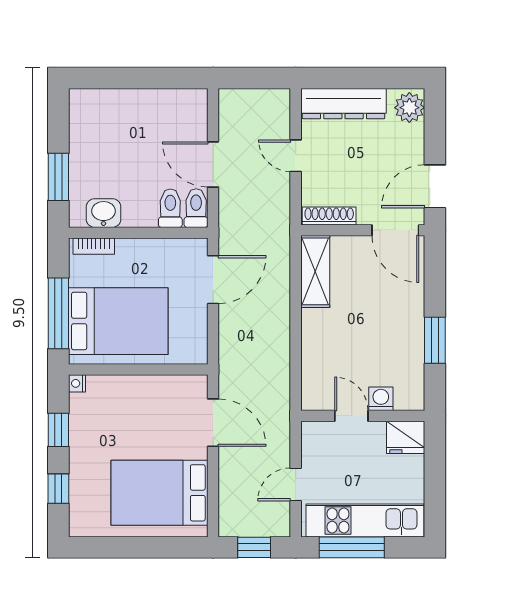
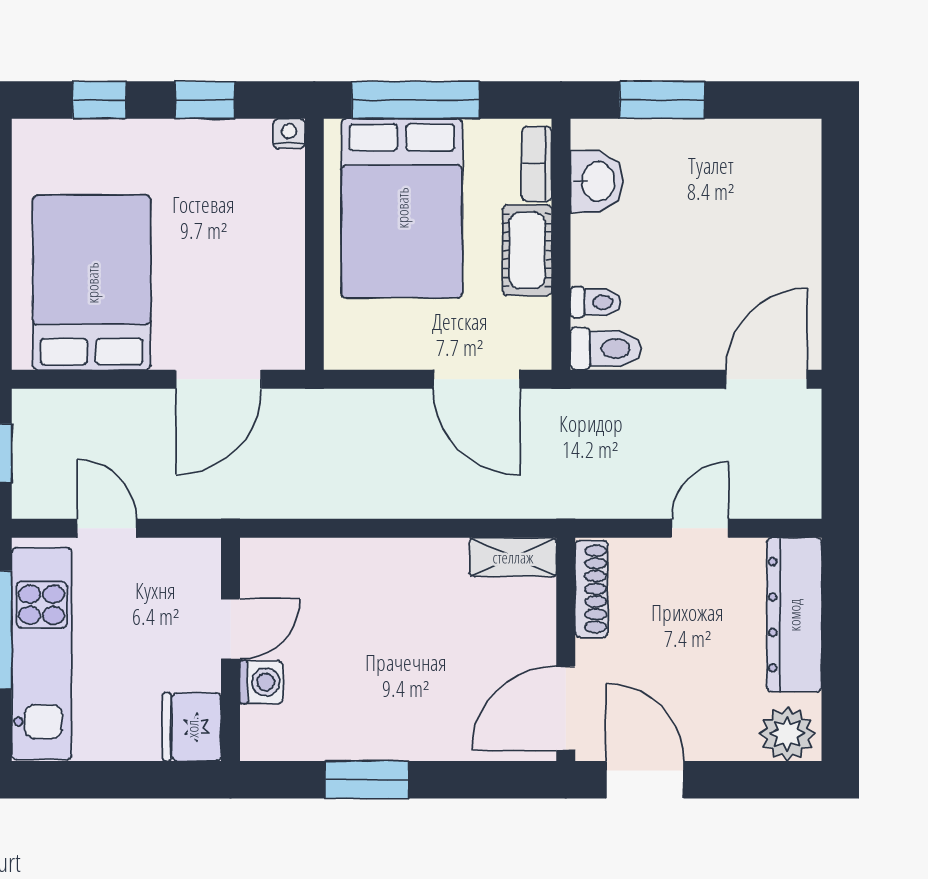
door: (213, 164) -> (766, 379), moved
toilet: (170, 208) -> (596, 302), width x0.73, depth x0.72
cot: (142, 252) -> (527, 250), added
shelving: (315, 271) -> (513, 557), width x0.67, depth x0.75

